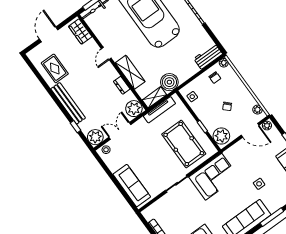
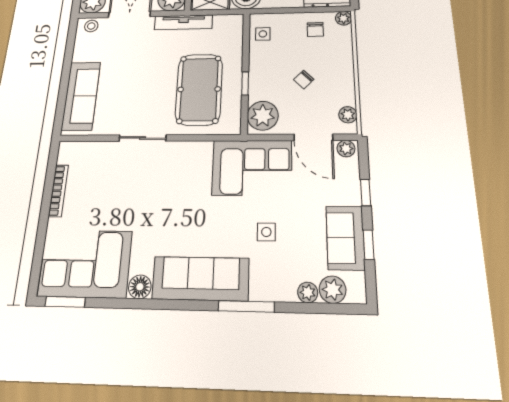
tv unit: (159, 110) -> (183, 22), moved
corner sofa: (214, 177) -> (252, 168), moved

